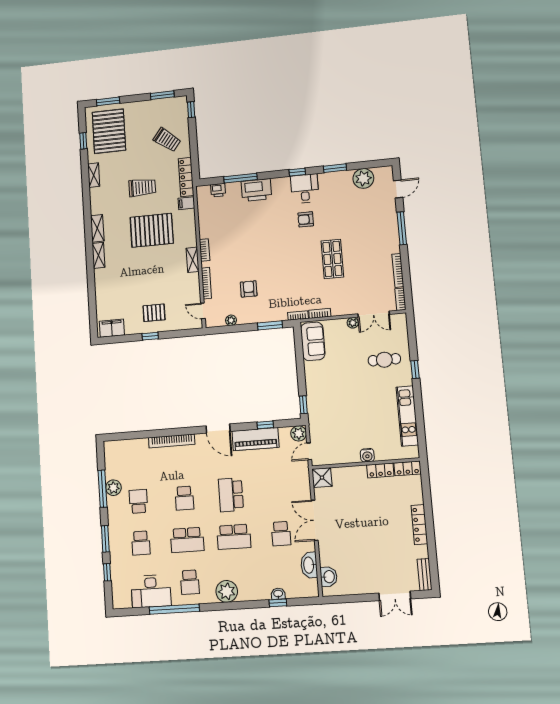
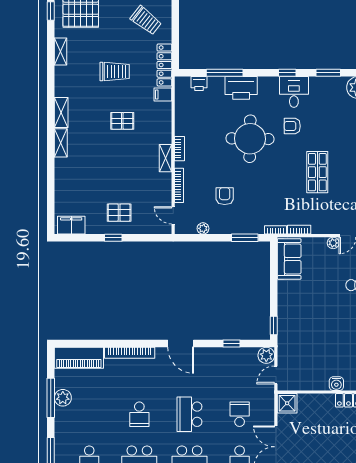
pallet: (152, 230) -> (122, 121), width x0.49, depth x0.50
round table: (268, 235) -> (250, 139), added
piano: (256, 439) -> (79, 358), moved
school desk: (138, 501) -> (240, 414), moved

